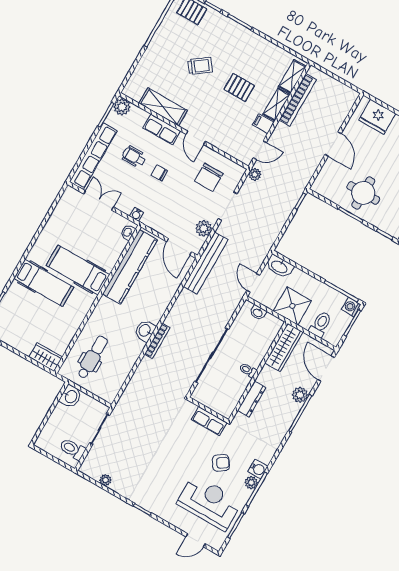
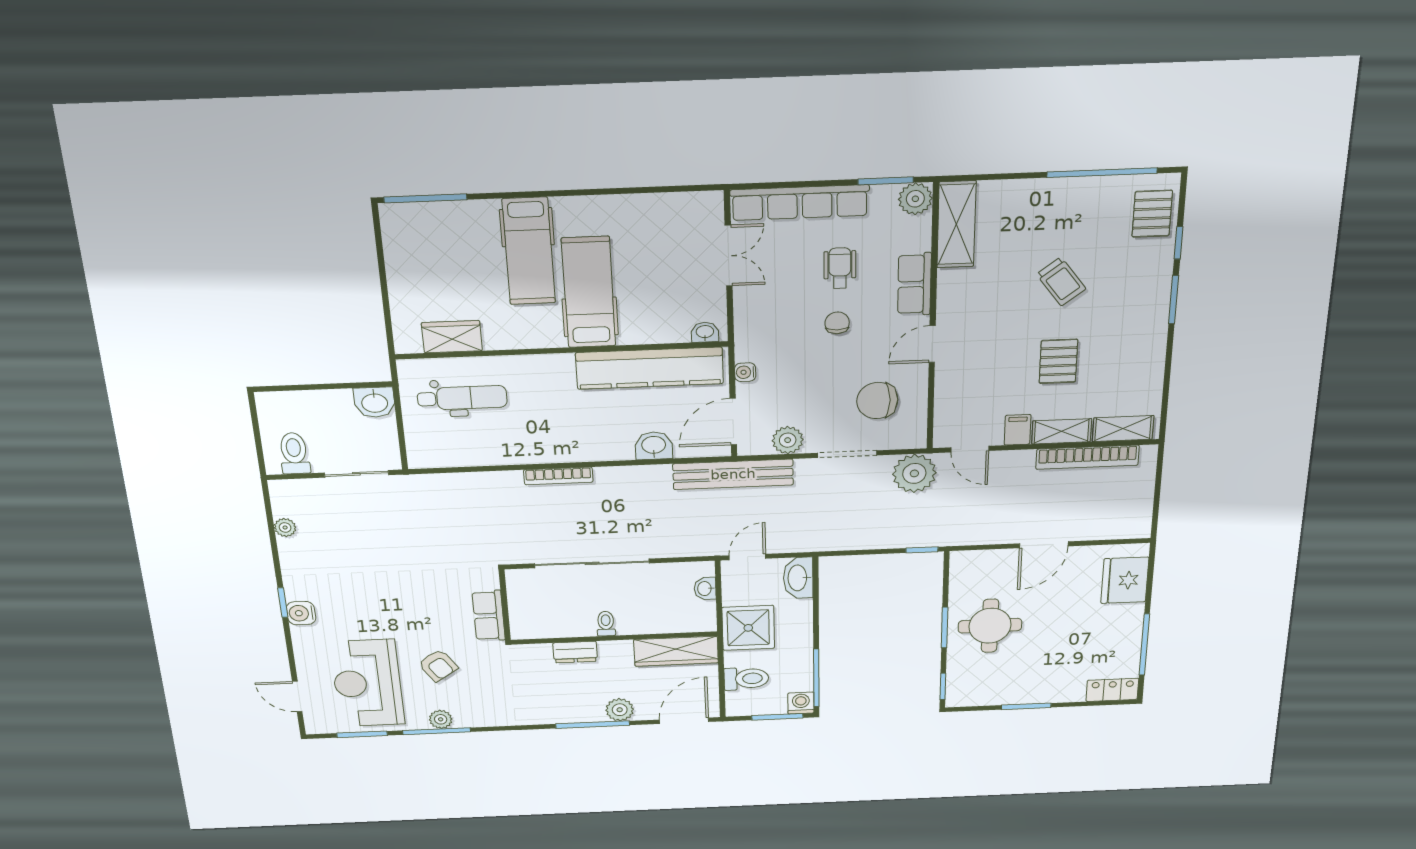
shelving: (163, 107) -> (956, 224), moved
plant: (255, 174) -> (914, 473), width x1.88, depth x1.88
water cooler: (137, 214) -> (745, 372), moved
washbasin: (145, 331) -> (654, 446), moved
wardrobe: (46, 357) -> (452, 337), moved, turned -90
dresser: (252, 399) -> (575, 652), width x0.70
water cooler: (258, 469) -> (301, 613), moved, turned 90
reception desk: (209, 502) -> (367, 683), turned 180

